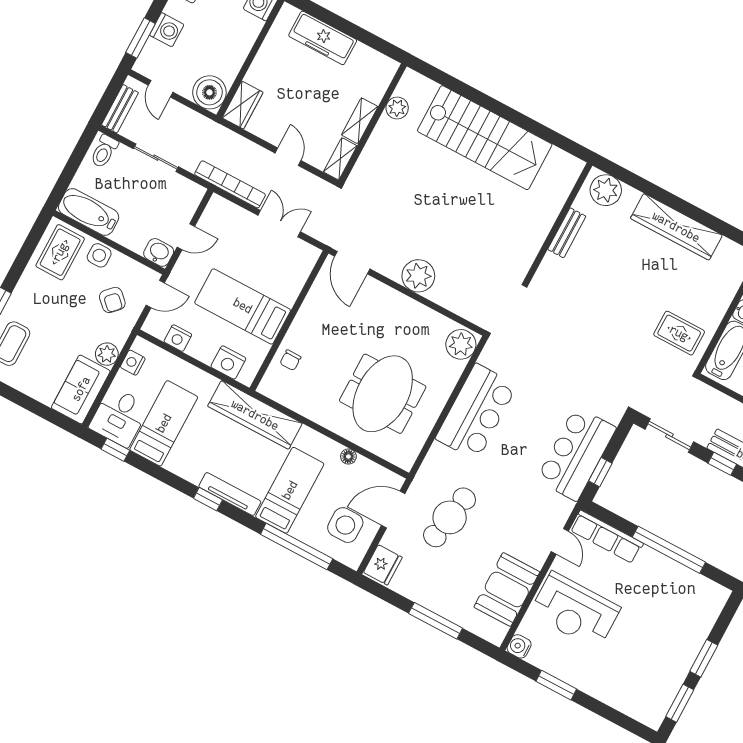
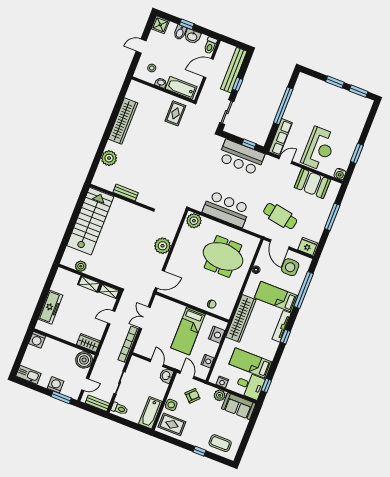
wall: (558, 222) -> (121, 197), moved
bench: (567, 233) -> (126, 192), moved

